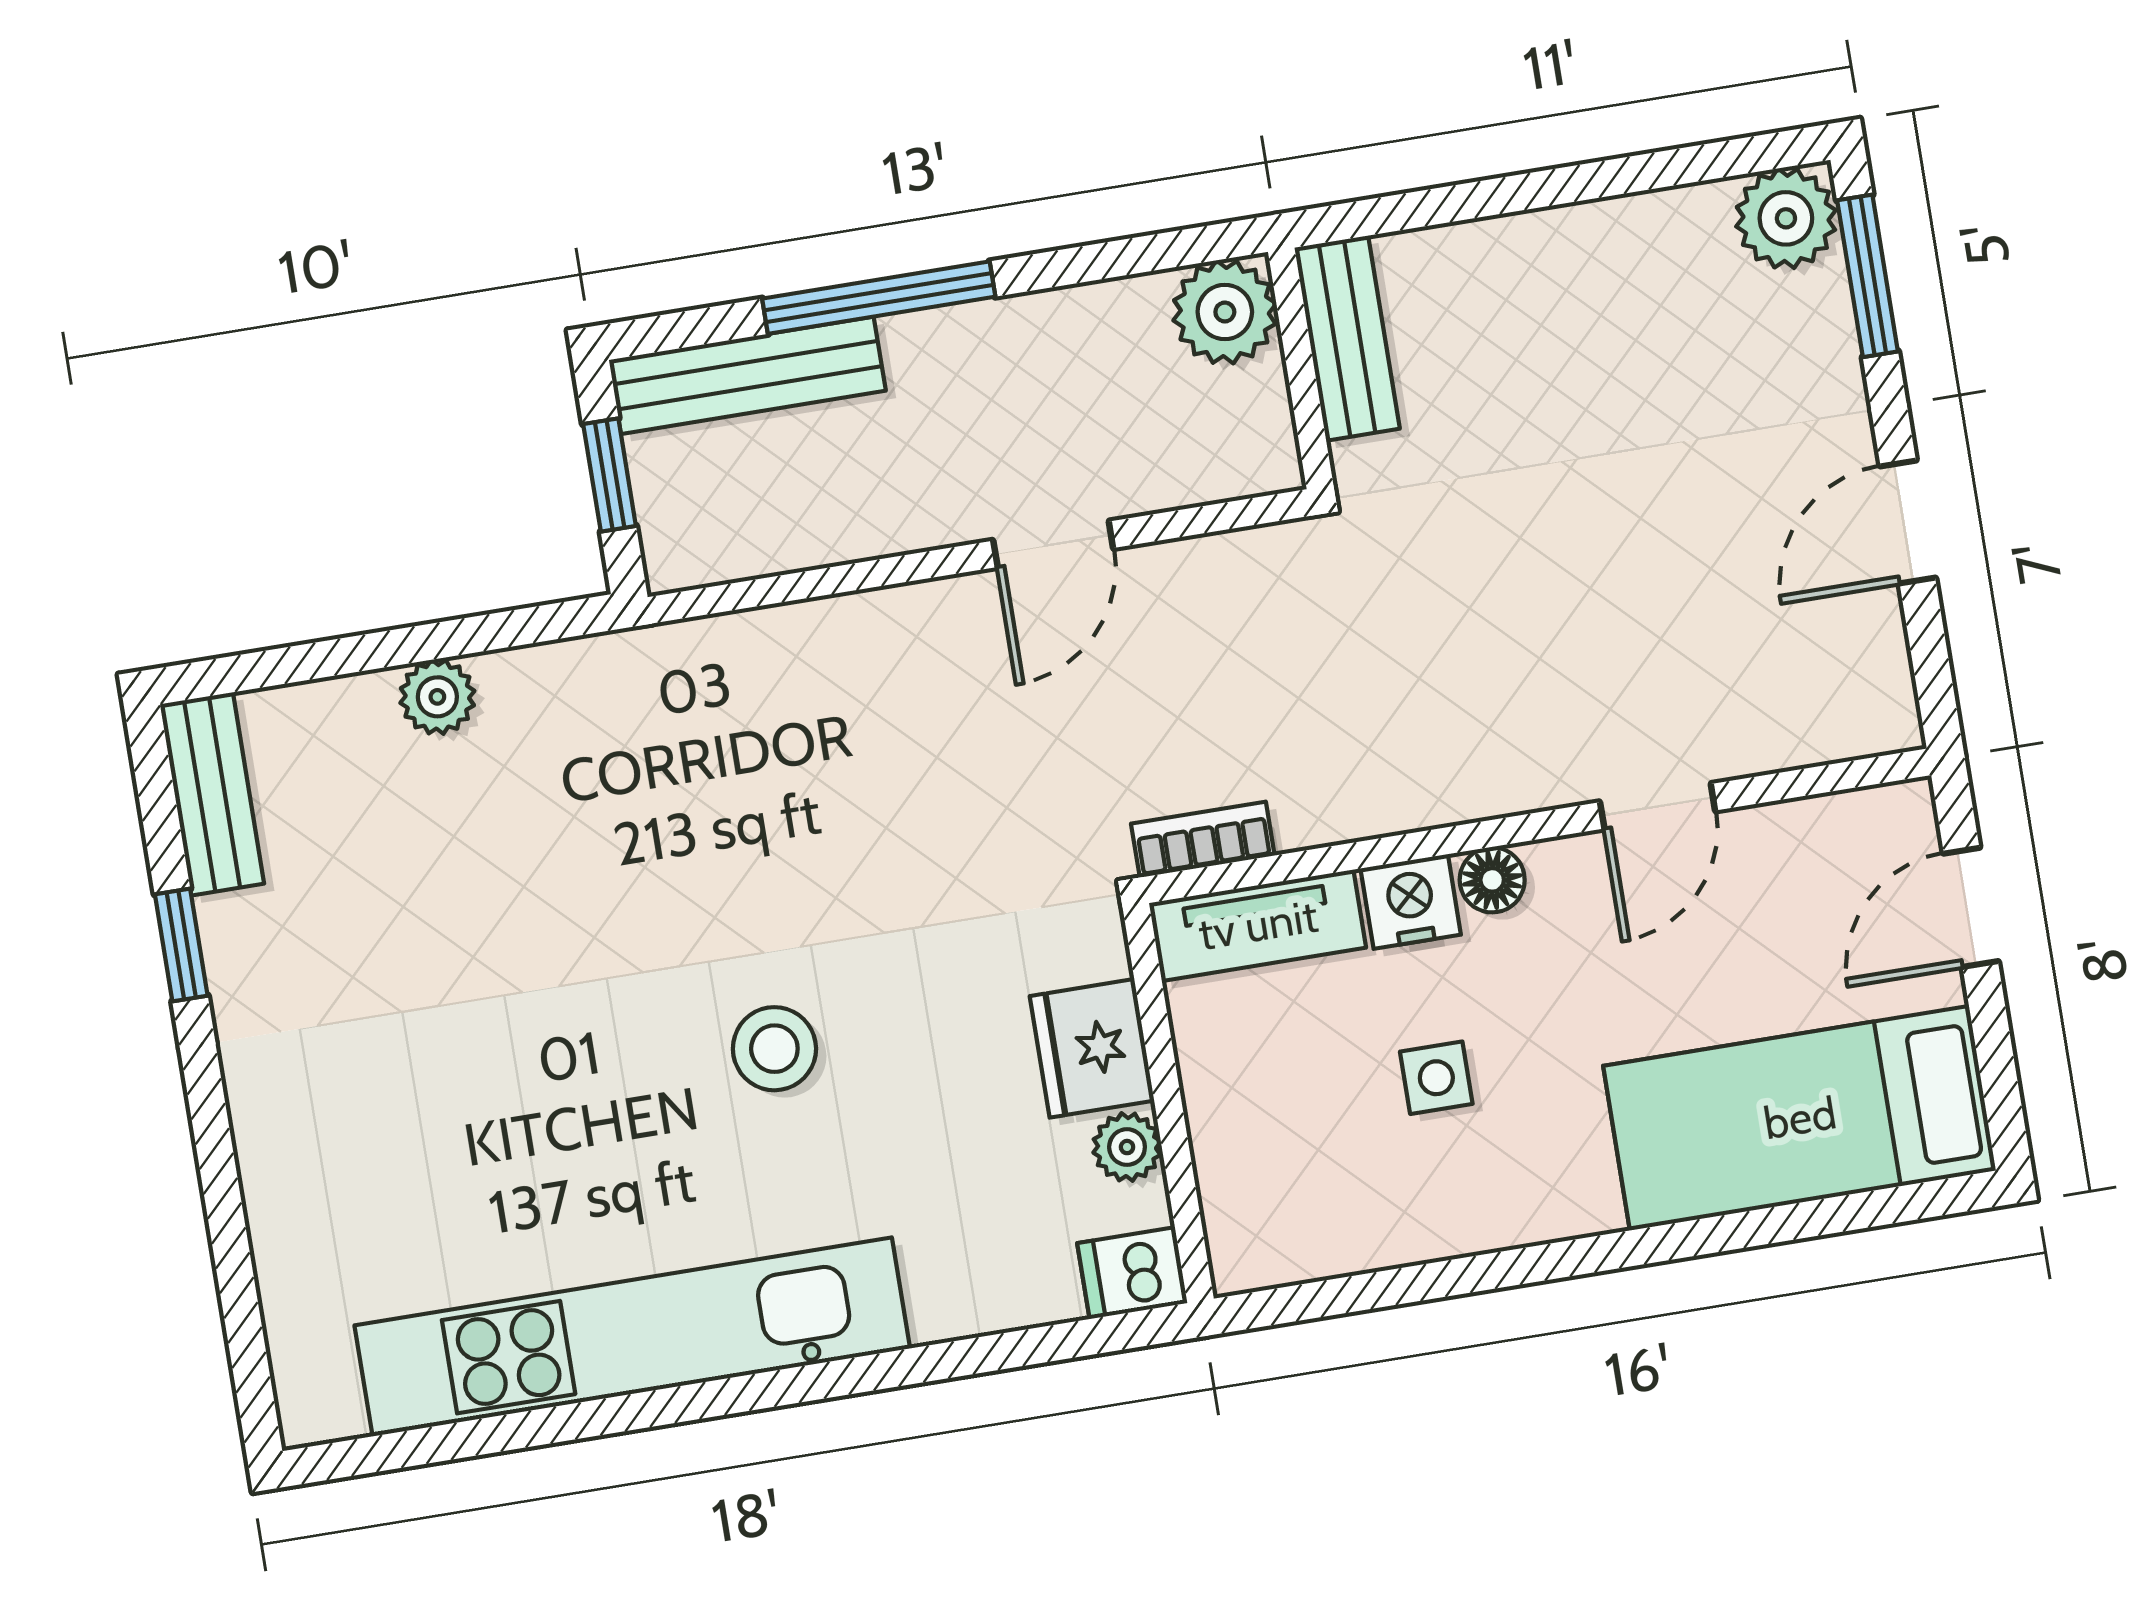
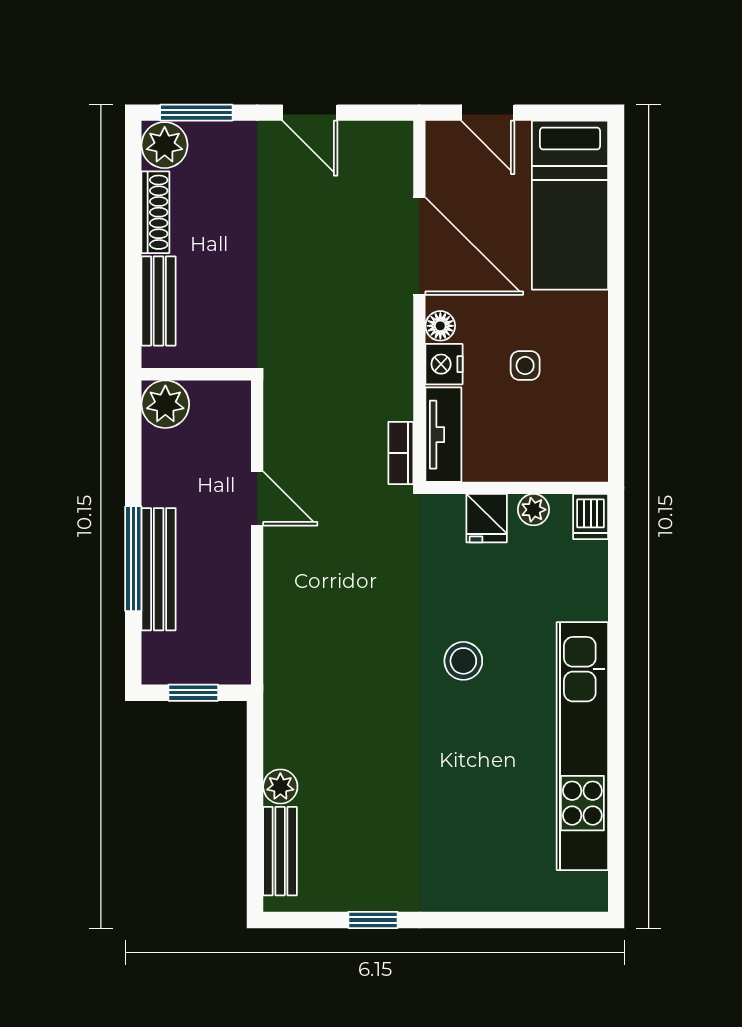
shoe rack: (1637, 222) -> (155, 212), added
bench: (1347, 338) -> (158, 301), moved, turned 90
bench: (747, 375) -> (159, 569), moved
bench: (212, 794) -> (280, 851), moved, turned 90
door: (1658, 806) -> (419, 246), width x1.87
fridge: (1092, 1048) -> (487, 518), width x0.72

